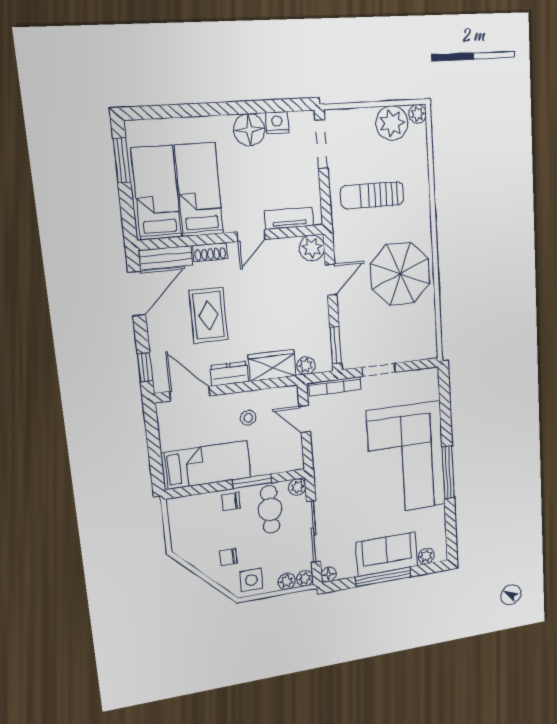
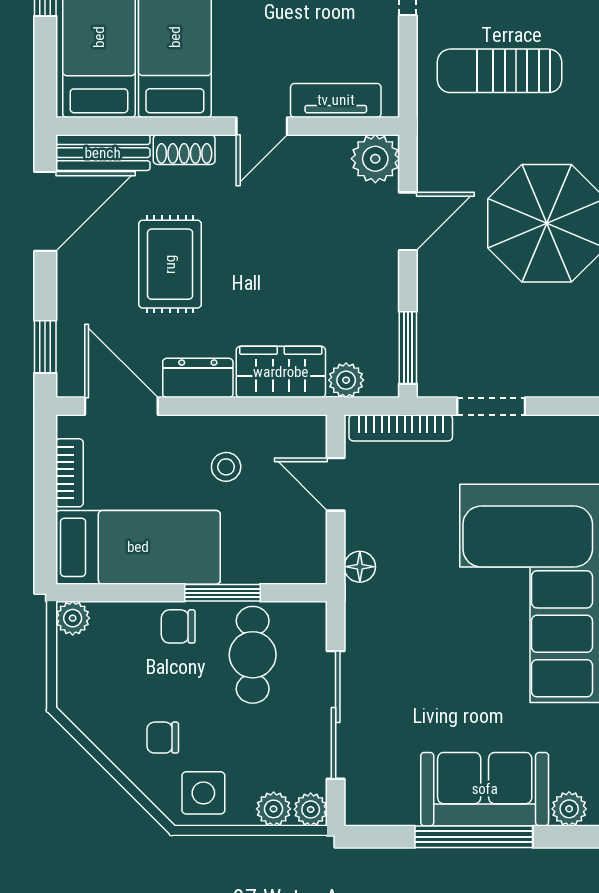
bookcase: (166, 432) -> (69, 473), added
plant: (297, 487) -> (73, 618), moved
floor lamp: (329, 575) -> (360, 567), moved

